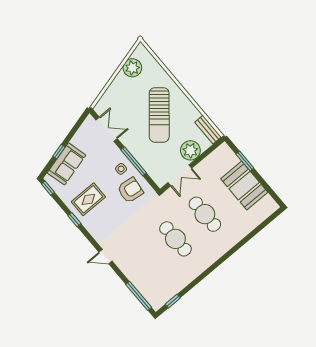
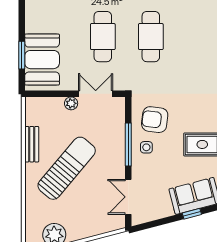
bench: (208, 130) -> (32, 144), moved
plant: (190, 150) -> (71, 103), width x0.53, depth x0.53
booth: (244, 186) -> (42, 60), moved

